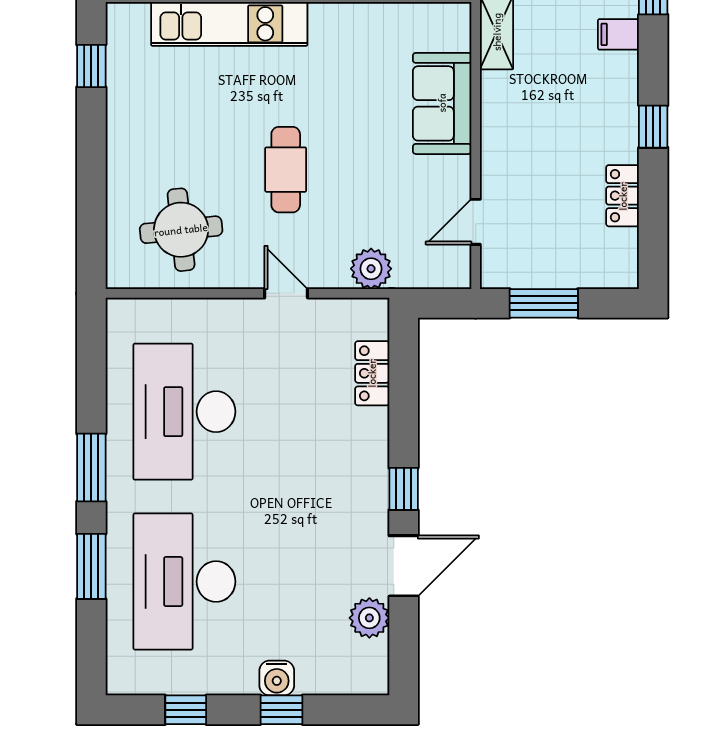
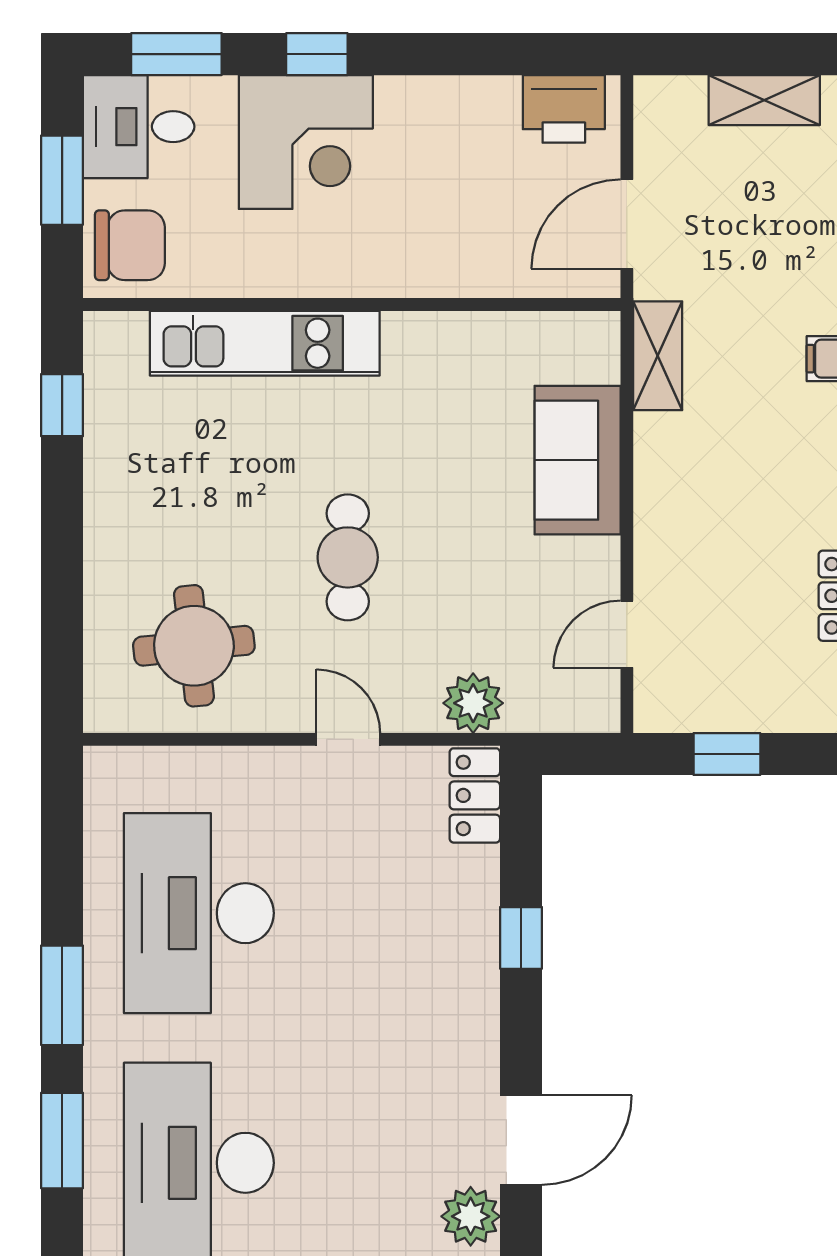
window: (544, 303) -> (727, 754), width x0.67
locker: (372, 373) -> (475, 795), moved
window: (404, 489) -> (521, 938), moved

